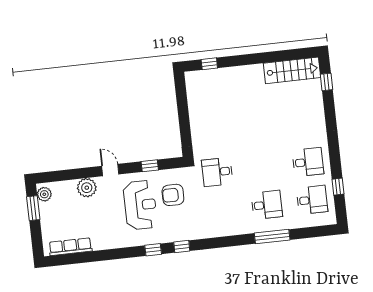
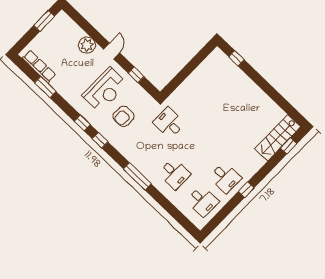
stairs: (292, 70) -> (278, 138), moved, turned 90
window: (338, 187) -> (246, 190), moved
plant: (44, 194) -> (59, 20), removed
armchair: (173, 195) -> (123, 116), moved, turned -91
window: (272, 237) -> (137, 176), moved
window: (94, 256) -> (45, 87), added

